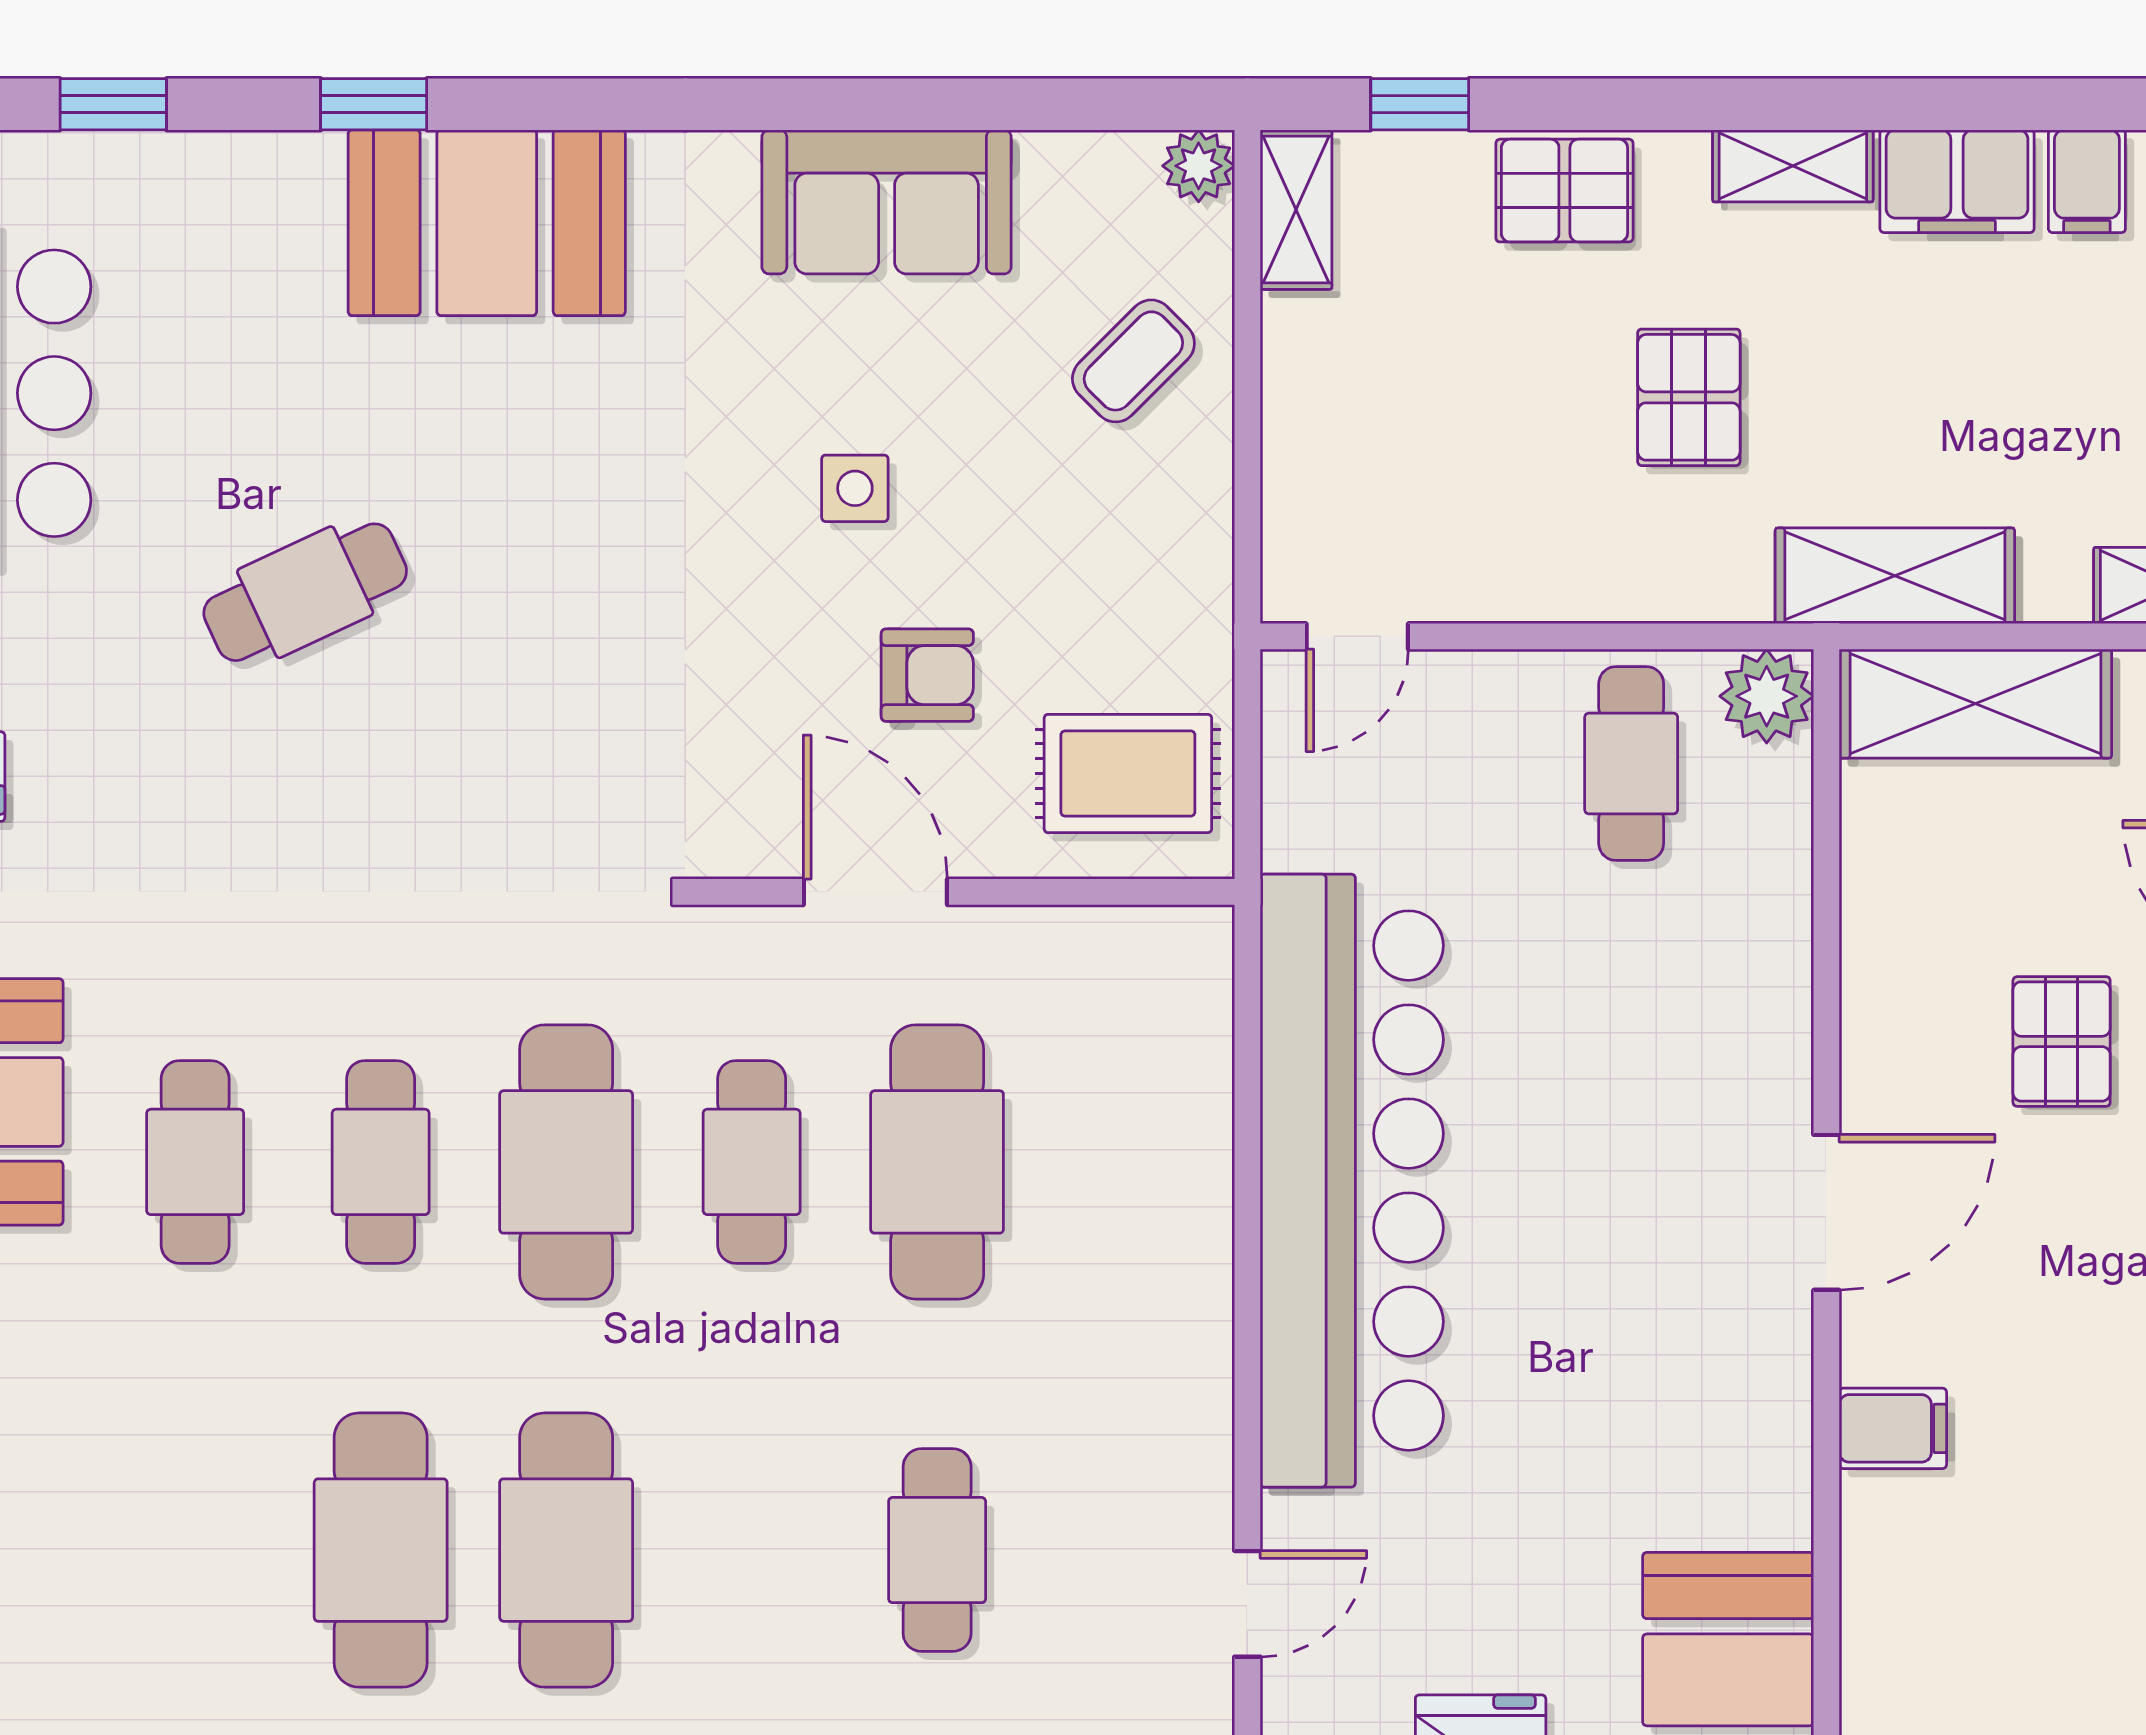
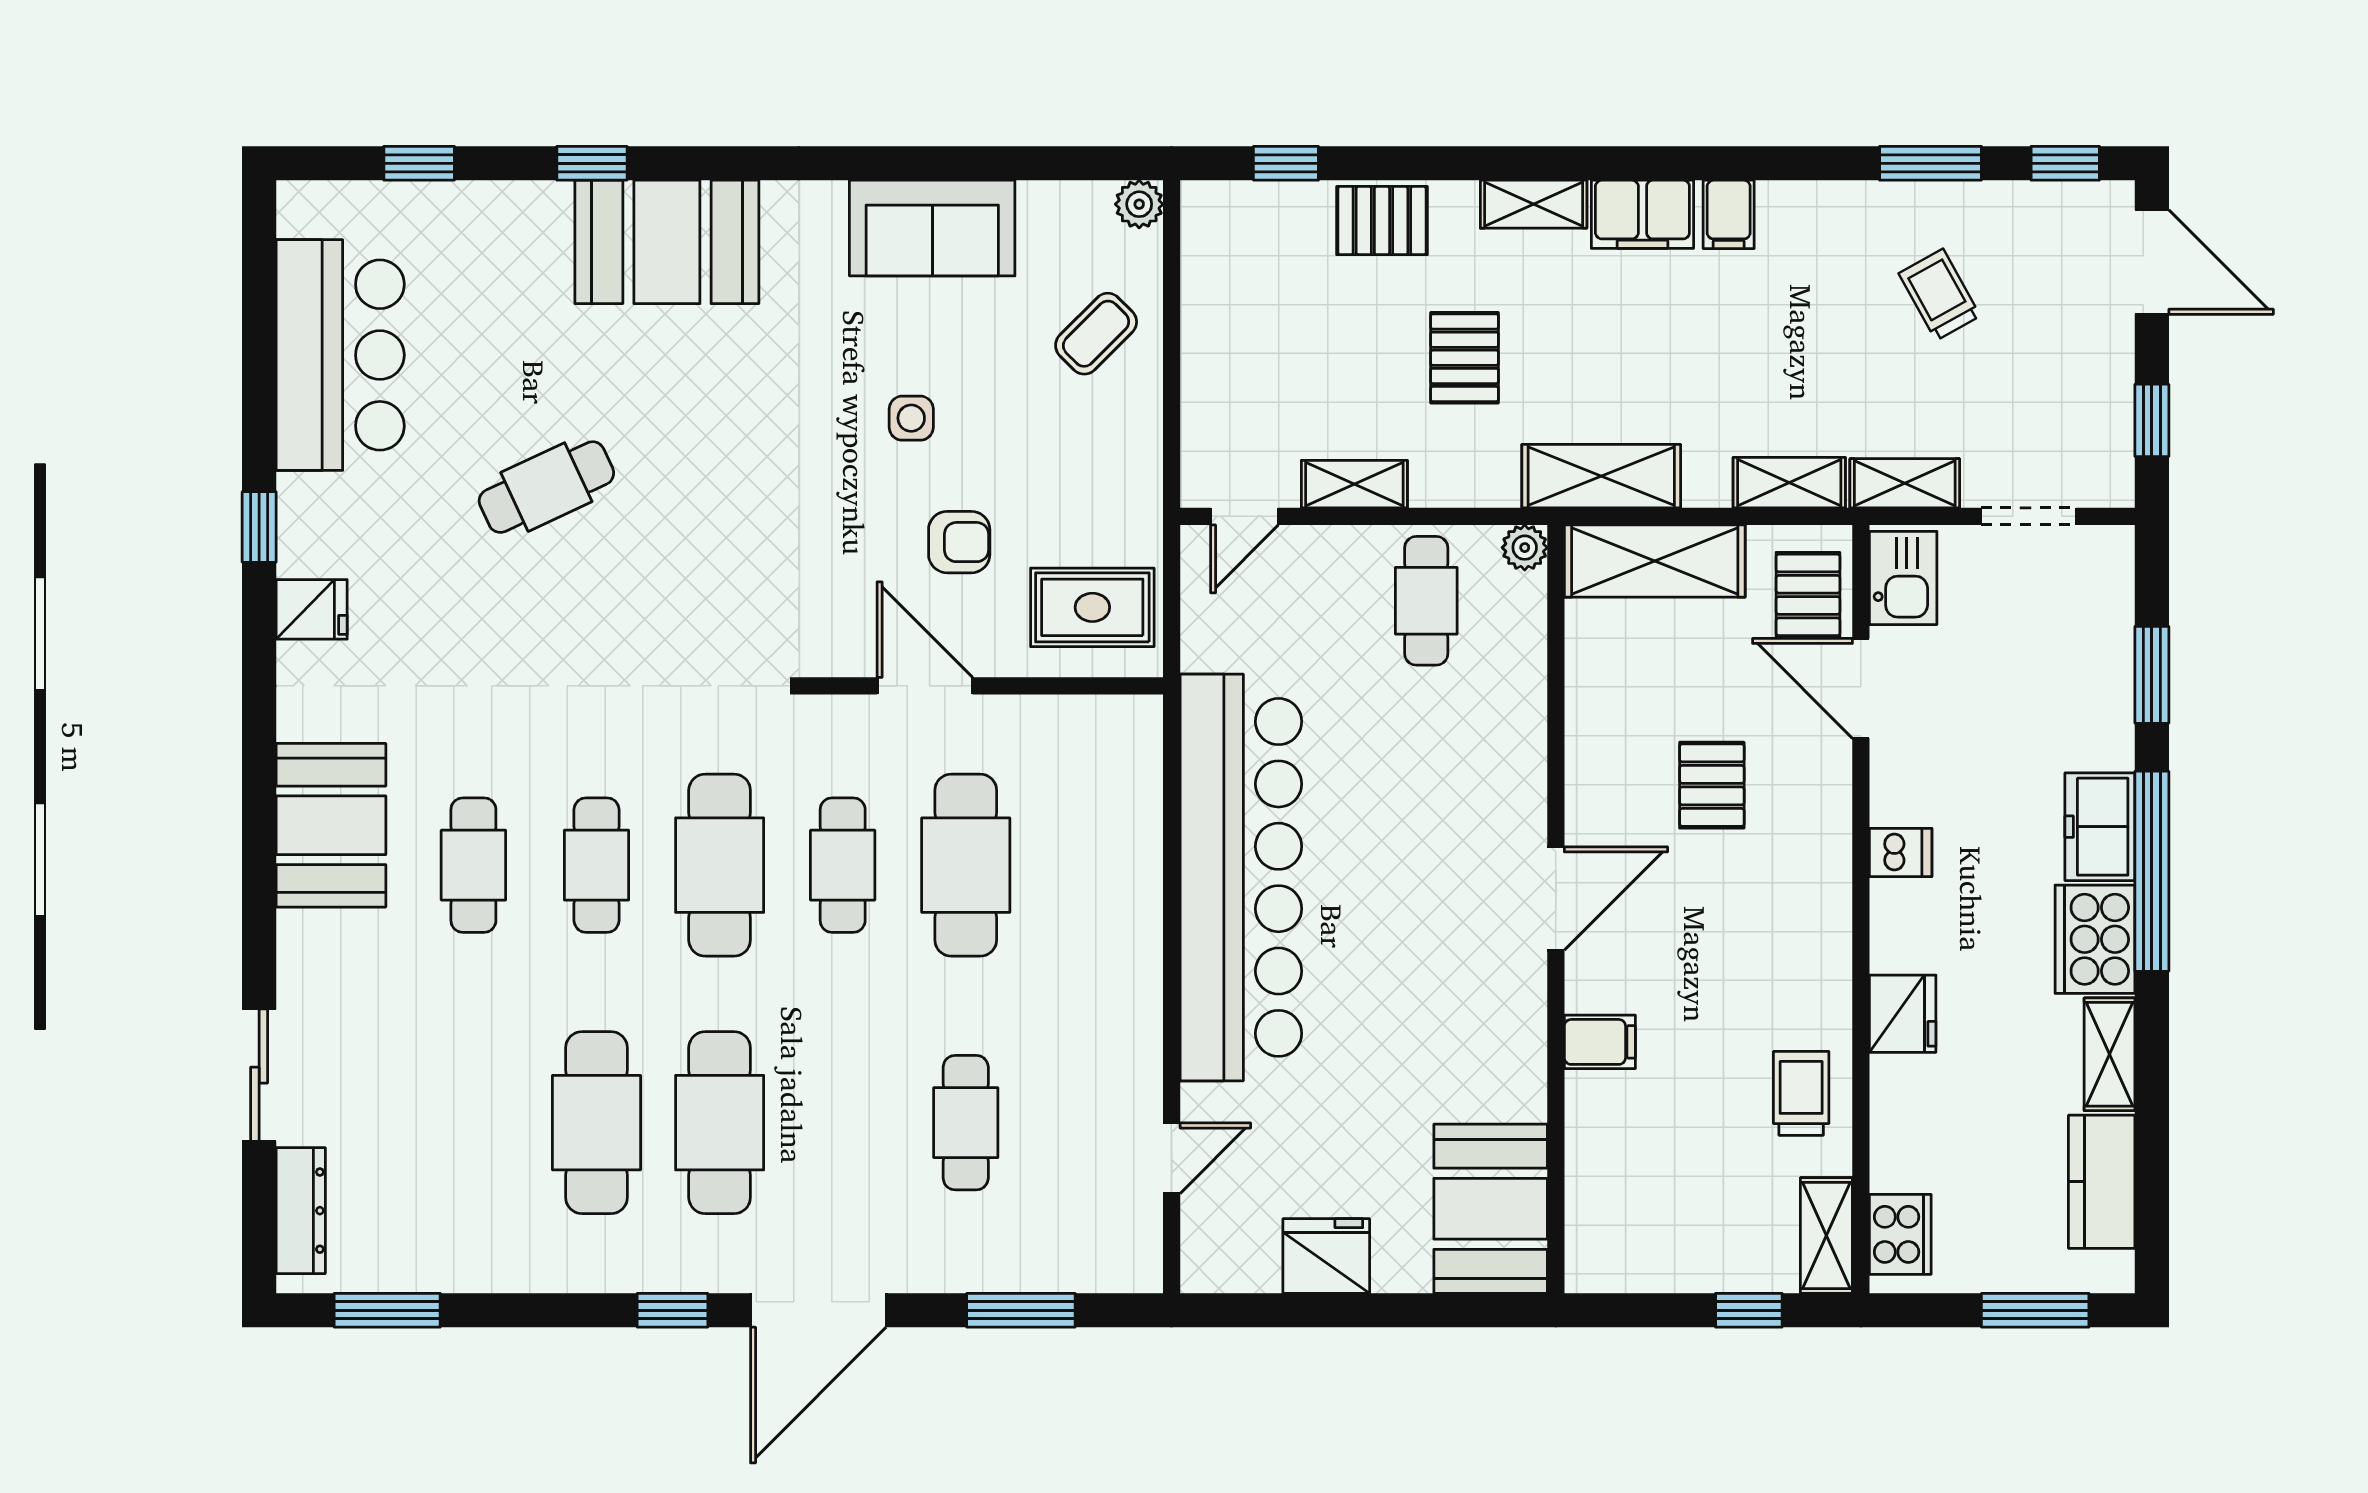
shelving: (1296, 210) -> (1354, 484), moved, turned 90
plant: (1767, 696) -> (1525, 548), width x0.73, depth x0.73

